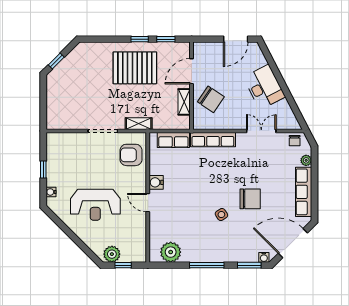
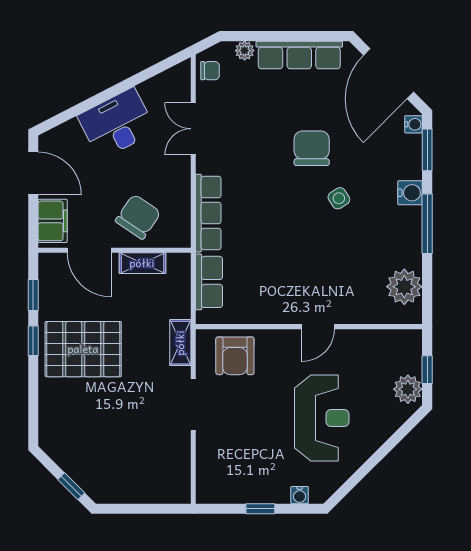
filing cabinet: (208, 50) -> (53, 221), added
pallet: (135, 68) -> (83, 349), turned 90
water cooler: (156, 182) -> (410, 193), moved, turned -90

